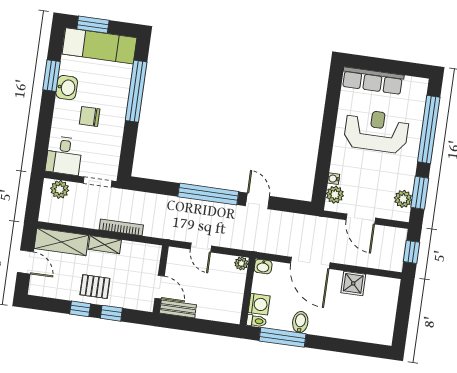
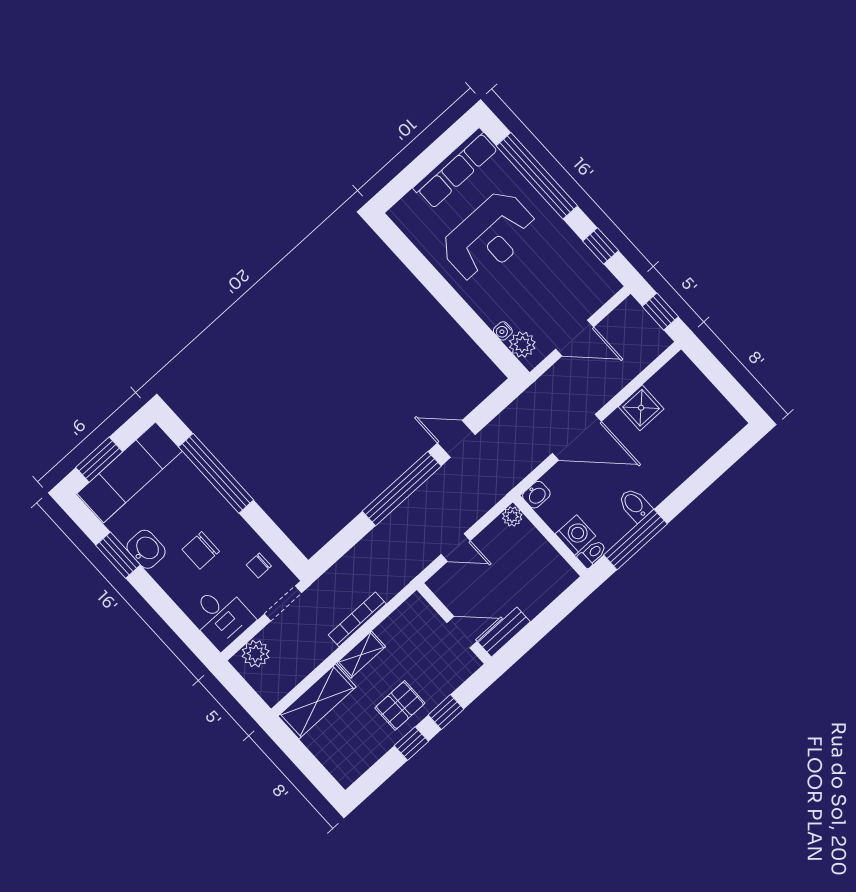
row of seats: (373, 81) -> (456, 168), moved
reception desk: (376, 131) -> (489, 237), turned 180
chair: (107, 153) -> (259, 565), added
window: (420, 193) -> (601, 246), width x0.67
plant: (403, 199) -> (592, 271), removed
door: (25, 262) -> (306, 762), removed

